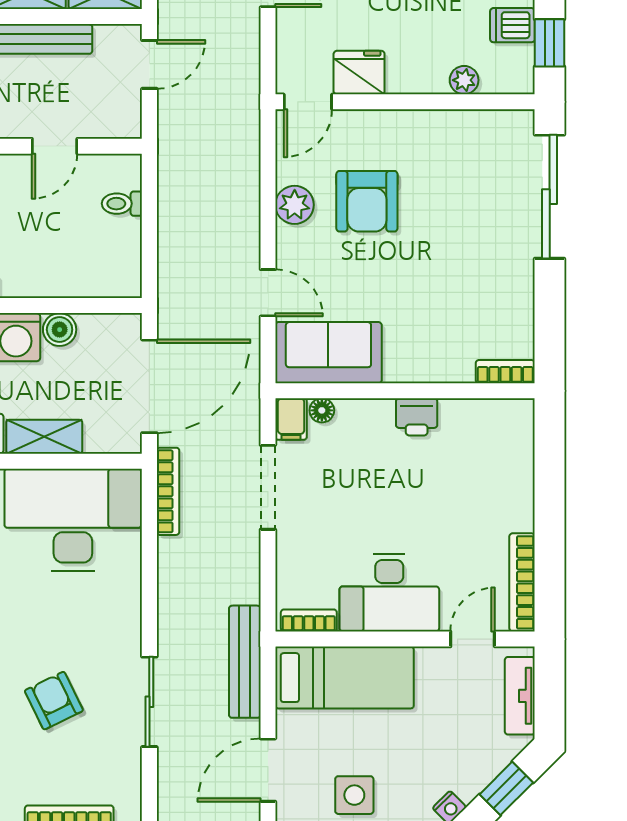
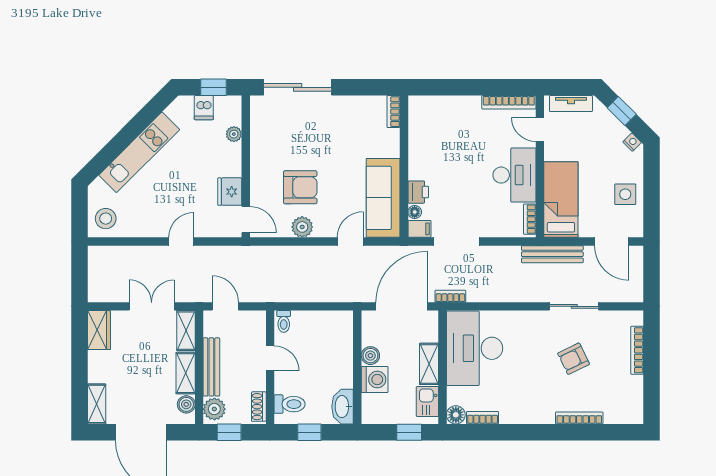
toilet: (122, 204) -> (284, 321), moved
sofa: (328, 353) -> (383, 198), width x1.36
door: (149, 386) -> (401, 306), hinge flipped
printer: (417, 417) -> (418, 192), moved
bookcase: (168, 491) -> (450, 296), width x0.64

